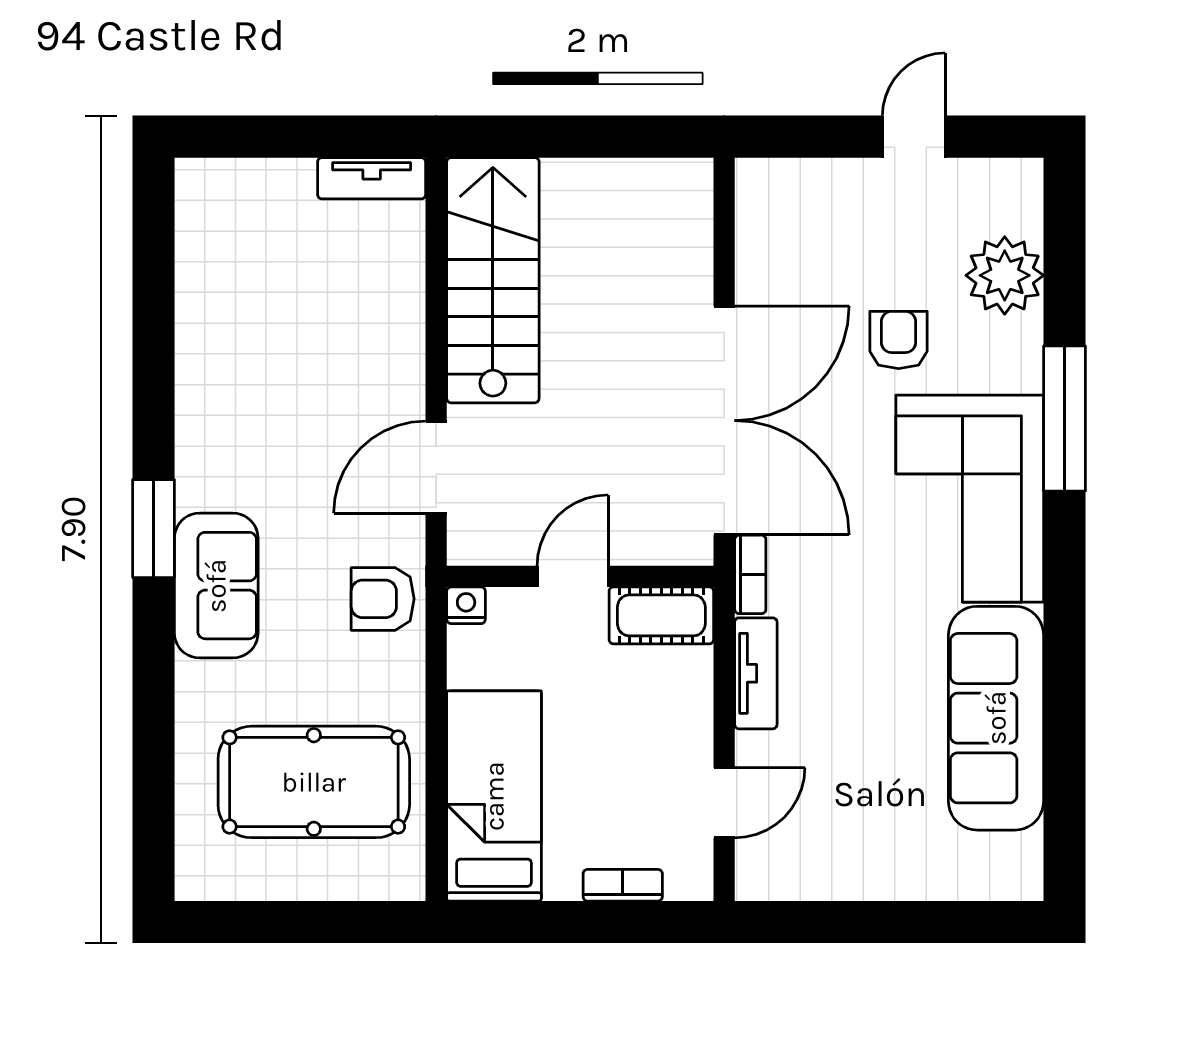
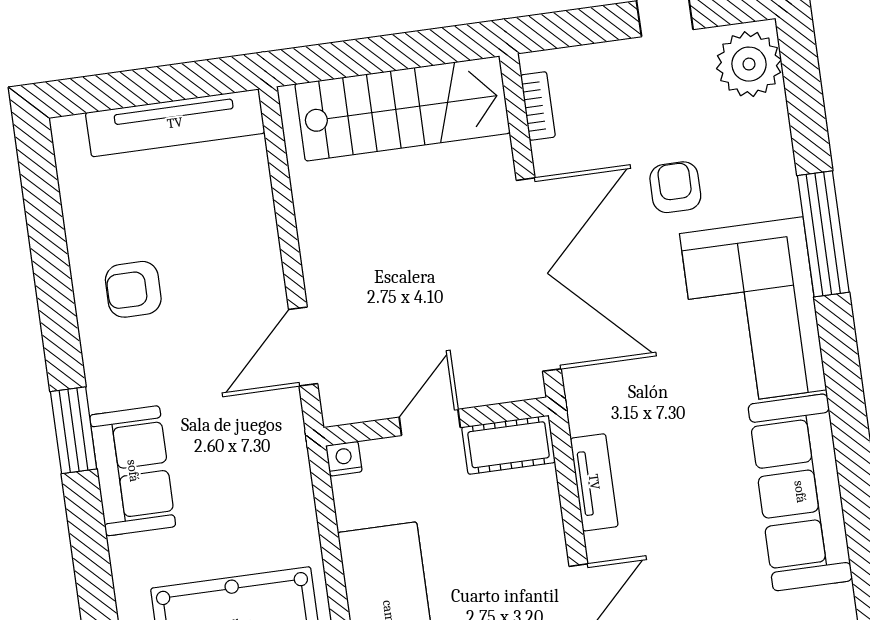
tv unit: (372, 178) -> (175, 123), width x1.92, depth x1.29
plant: (1005, 275) -> (749, 64), moved
stairs: (493, 280) -> (403, 109), moved, turned 90
bookcase: (750, 574) -> (538, 106), moved
armchair: (383, 599) -> (133, 289), moved

